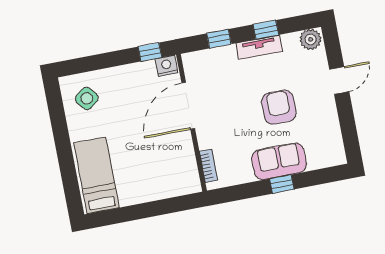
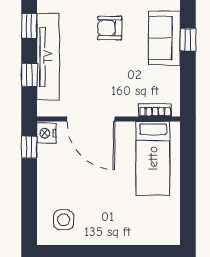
tv unit: (259, 47) -> (48, 57), width x1.92, depth x1.29
side table: (87, 98) -> (64, 220), turned 37
armchair: (279, 107) -> (110, 28), width x0.72, depth x0.72
bed: (97, 175) -> (153, 158), moved, turned -90

